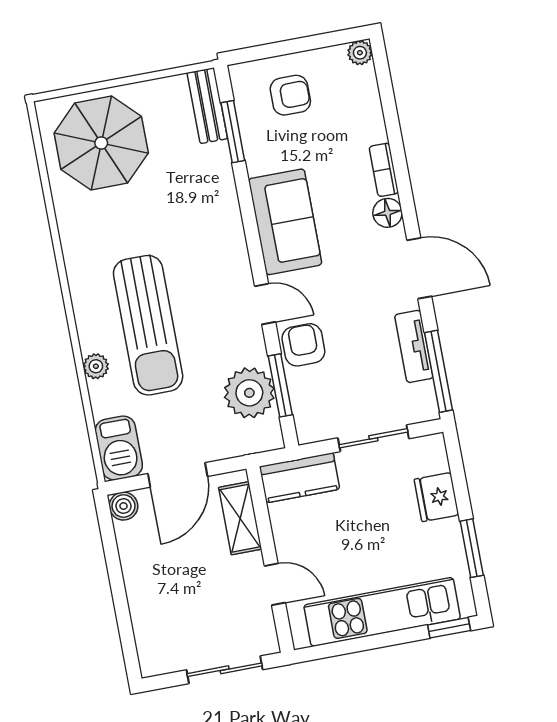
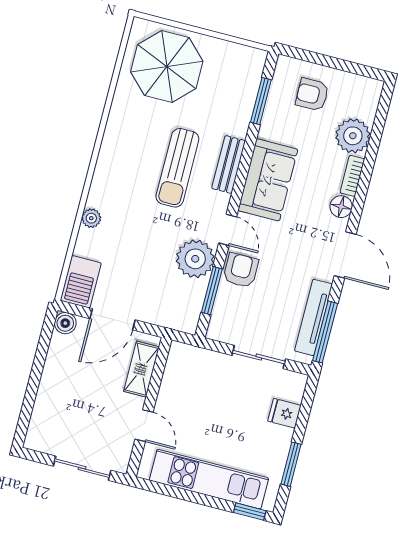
plant: (360, 53) -> (353, 136), moved, width x1.88, depth x1.88
armchair: (290, 95) -> (312, 95), turned 180
bench: (207, 106) -> (229, 165), moved
sun lounger: (148, 325) -> (177, 168), moved, width x0.73, depth x0.75
tv unit: (414, 346) -> (313, 317), width x1.41
plant: (249, 393) -> (195, 259), moved
kitchen counter: (300, 478) -> (195, 360), removed
fridge: (436, 497) -> (284, 413), width x0.72

